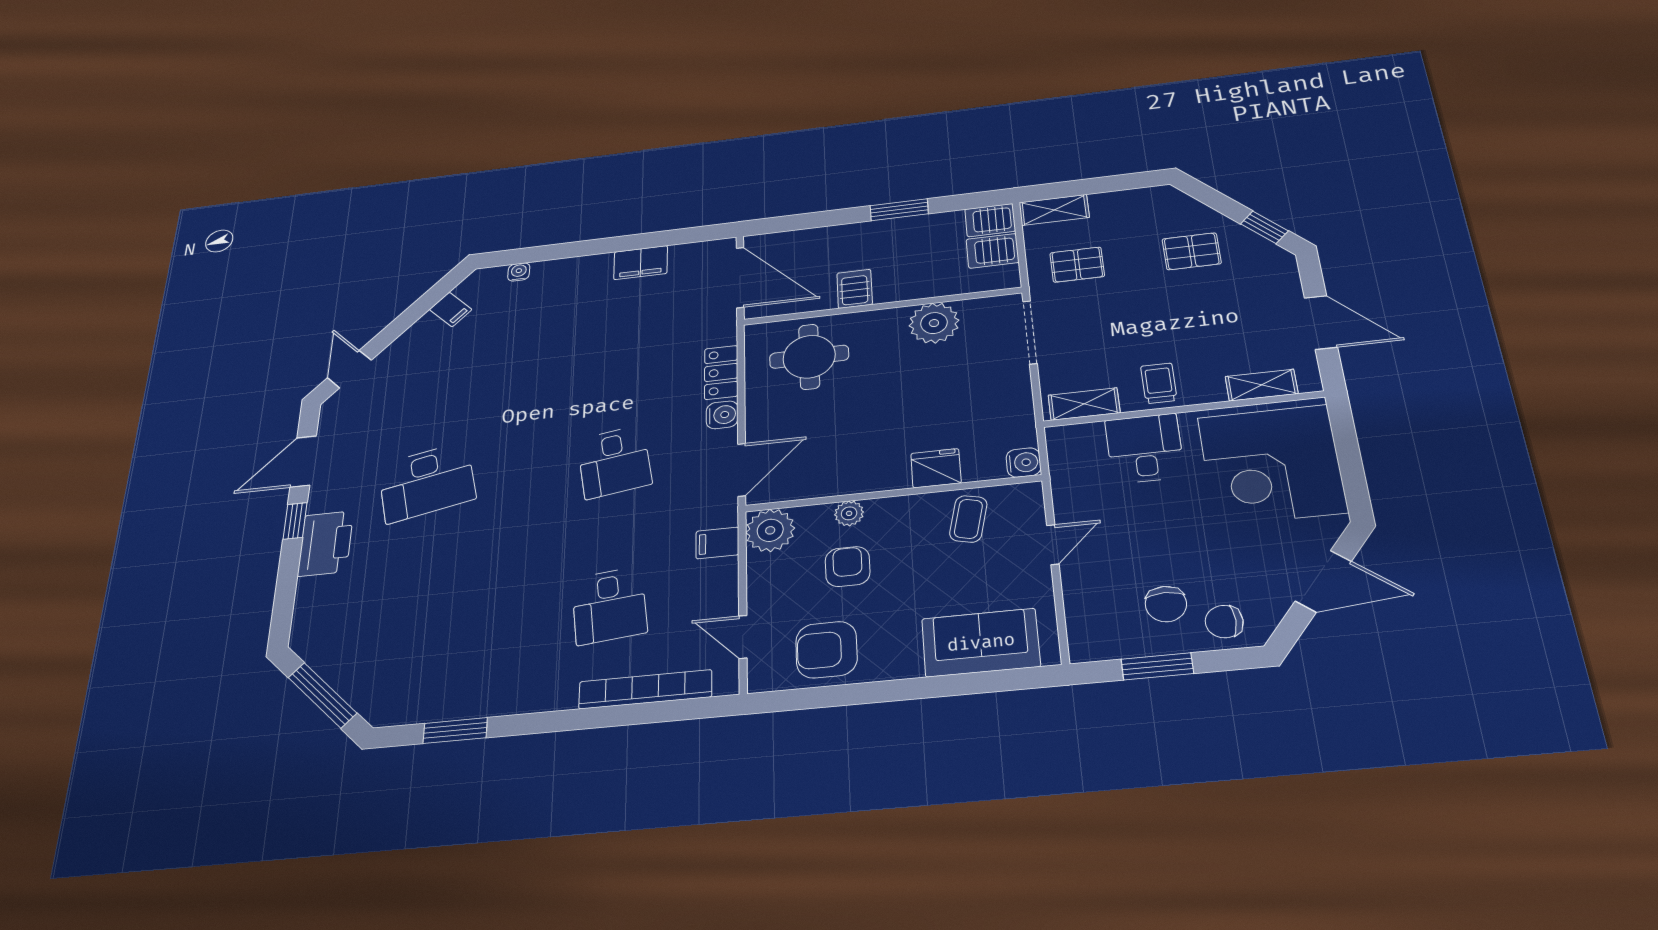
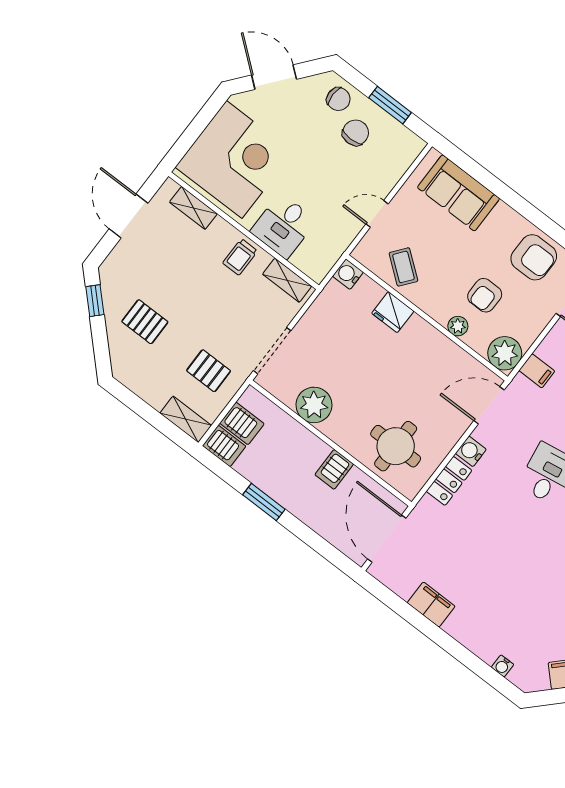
coffee table: (968, 519) -> (403, 267), turned -65

